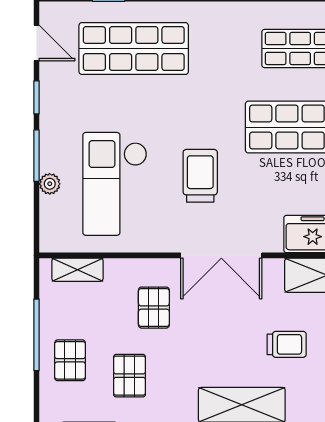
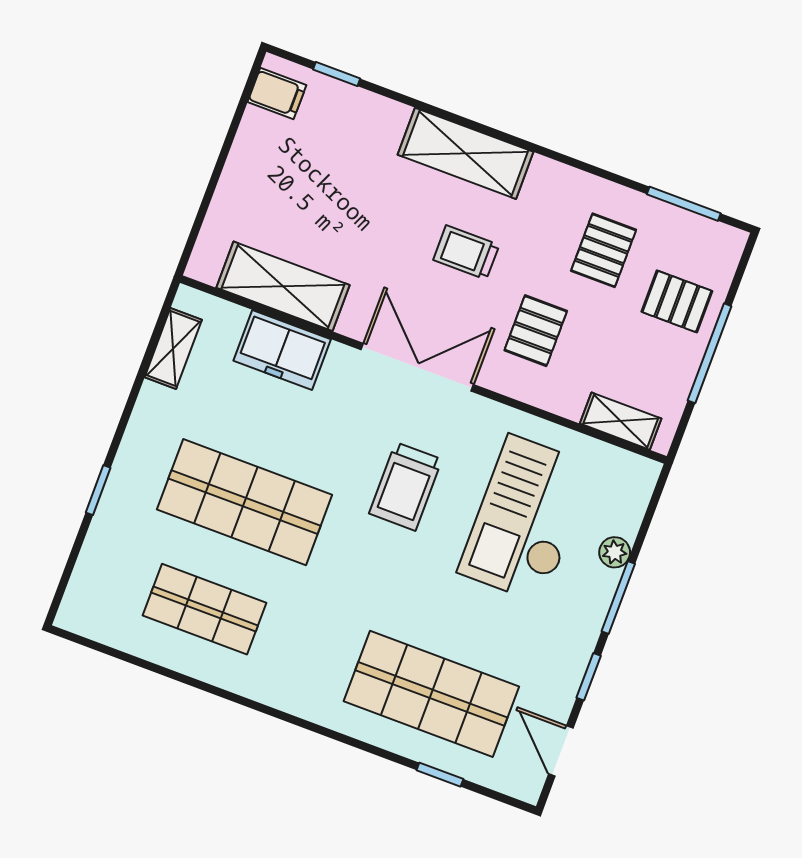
checkout: (115, 184) -> (526, 519), turned 180
trolley: (287, 344) -> (466, 252), moved
pallet: (70, 360) -> (677, 301), turned 90

